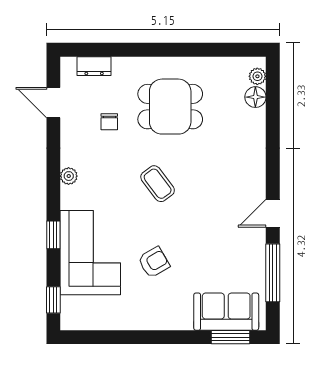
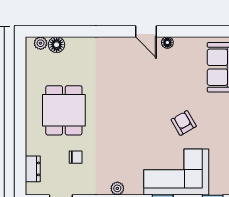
coffee table: (158, 184) -> (123, 120), removed
floor lamp: (258, 241) -> (167, 43), added
window: (273, 273) -> (192, 31), removed

